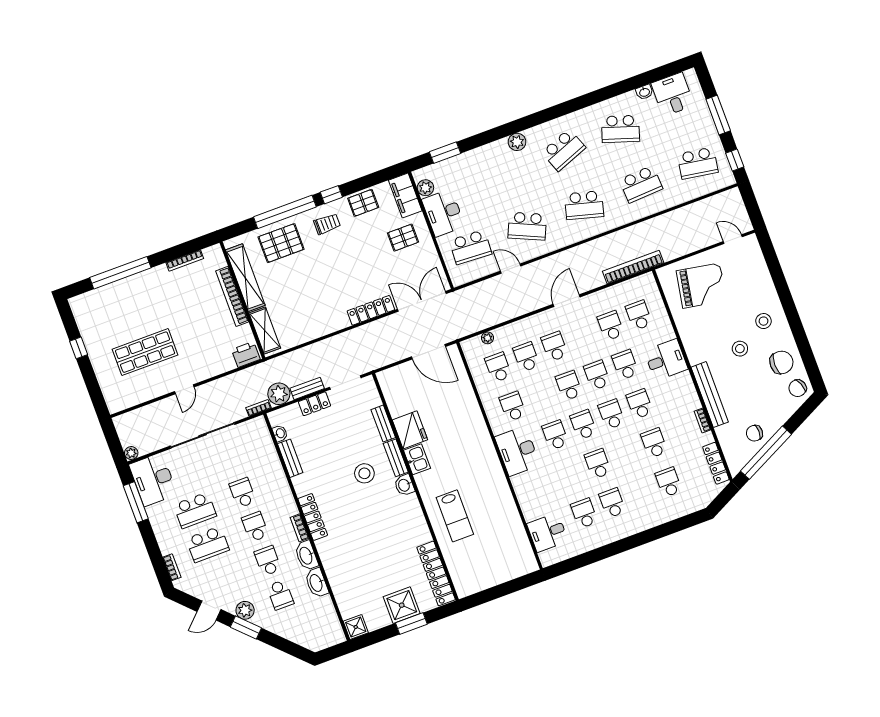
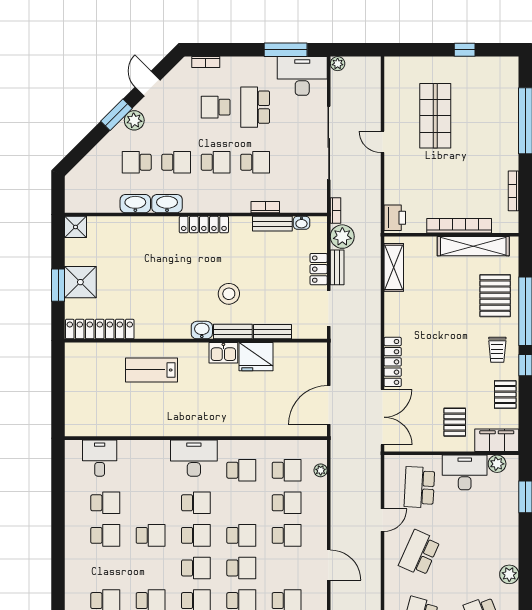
shelving: (265, 330) -> (394, 267), moved, turned 90
bookcase: (300, 528) -> (265, 207), moved
school desk: (208, 544) -> (216, 107), width x0.54

